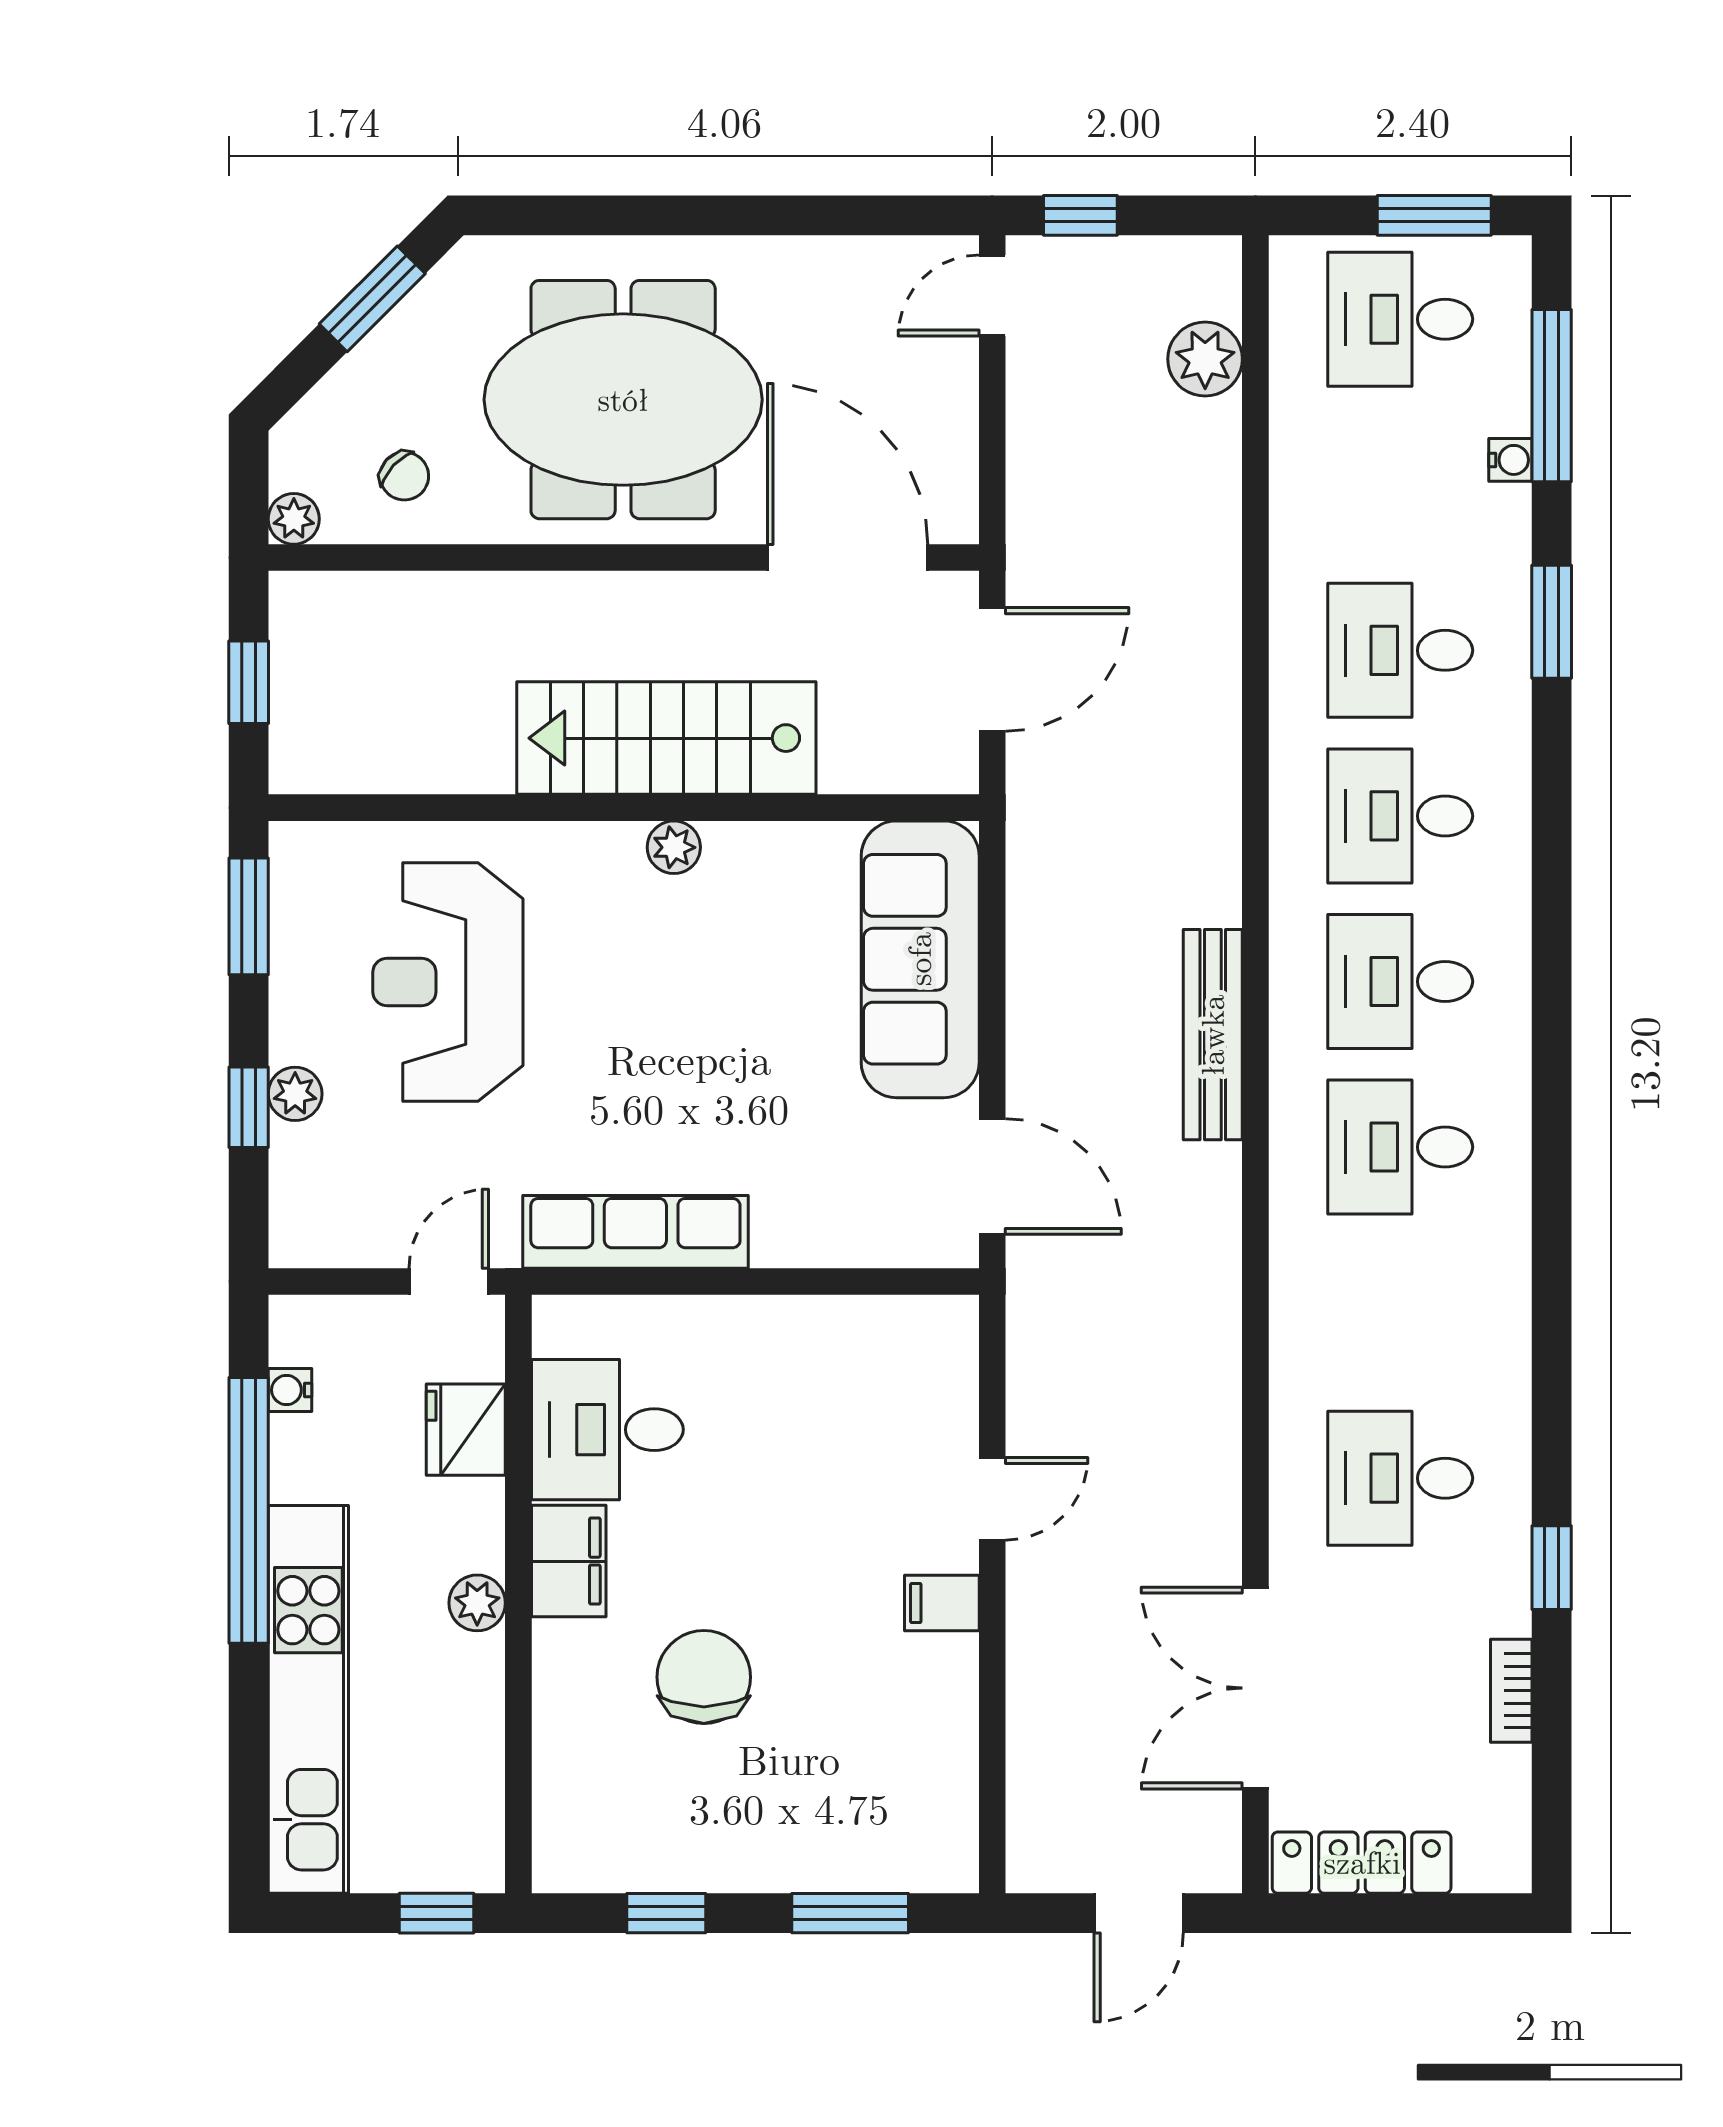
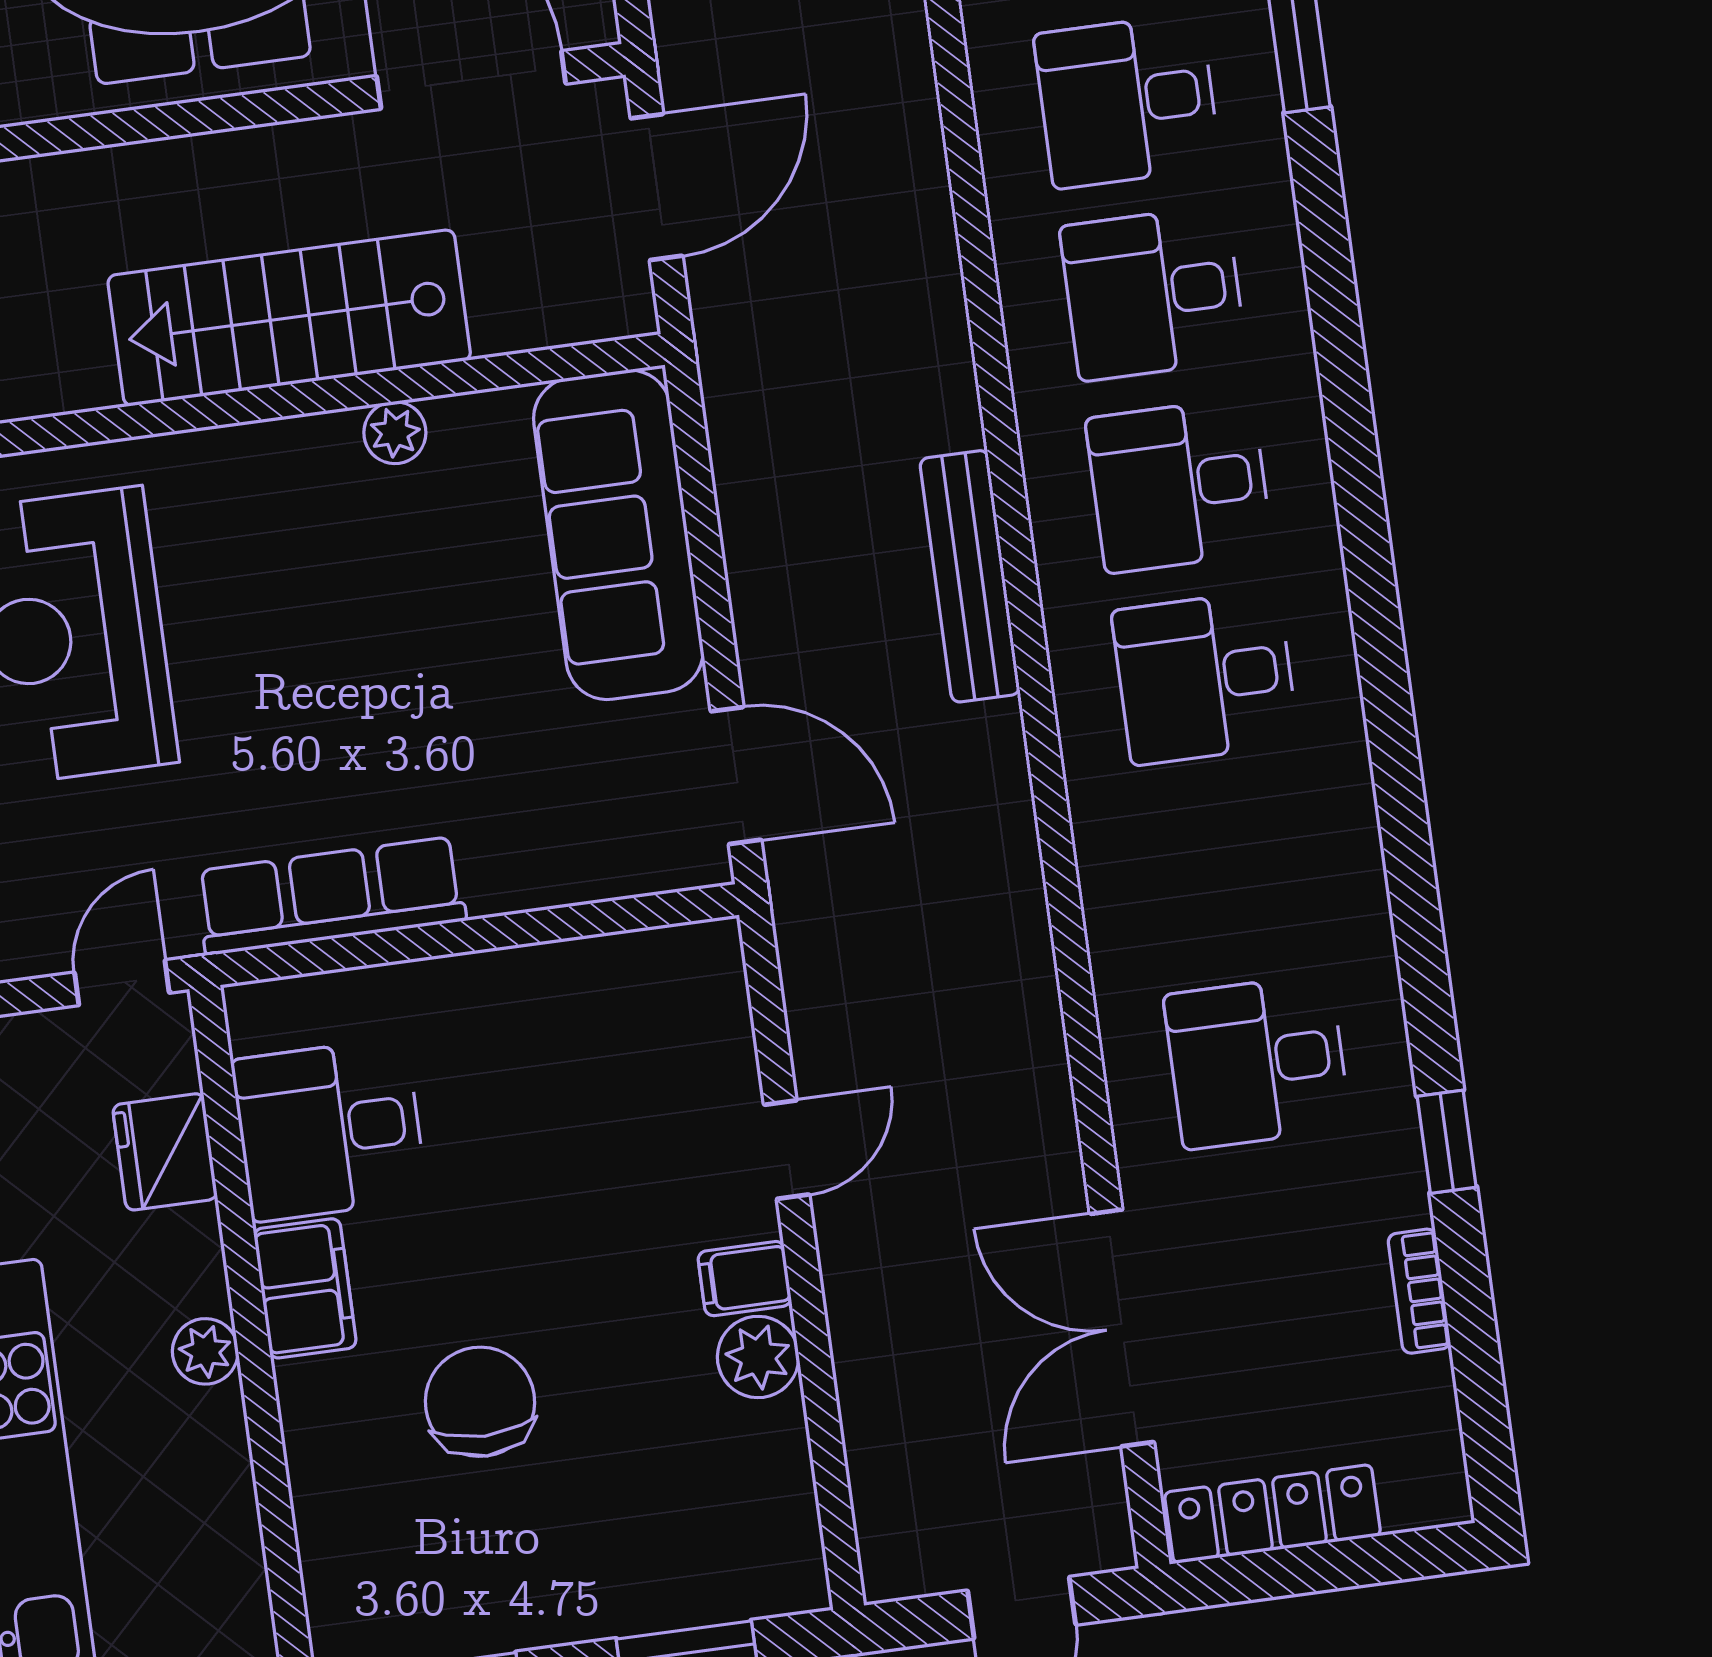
plant: (674, 847) -> (395, 433), moved
plant: (944, 1671) -> (758, 1357), added

